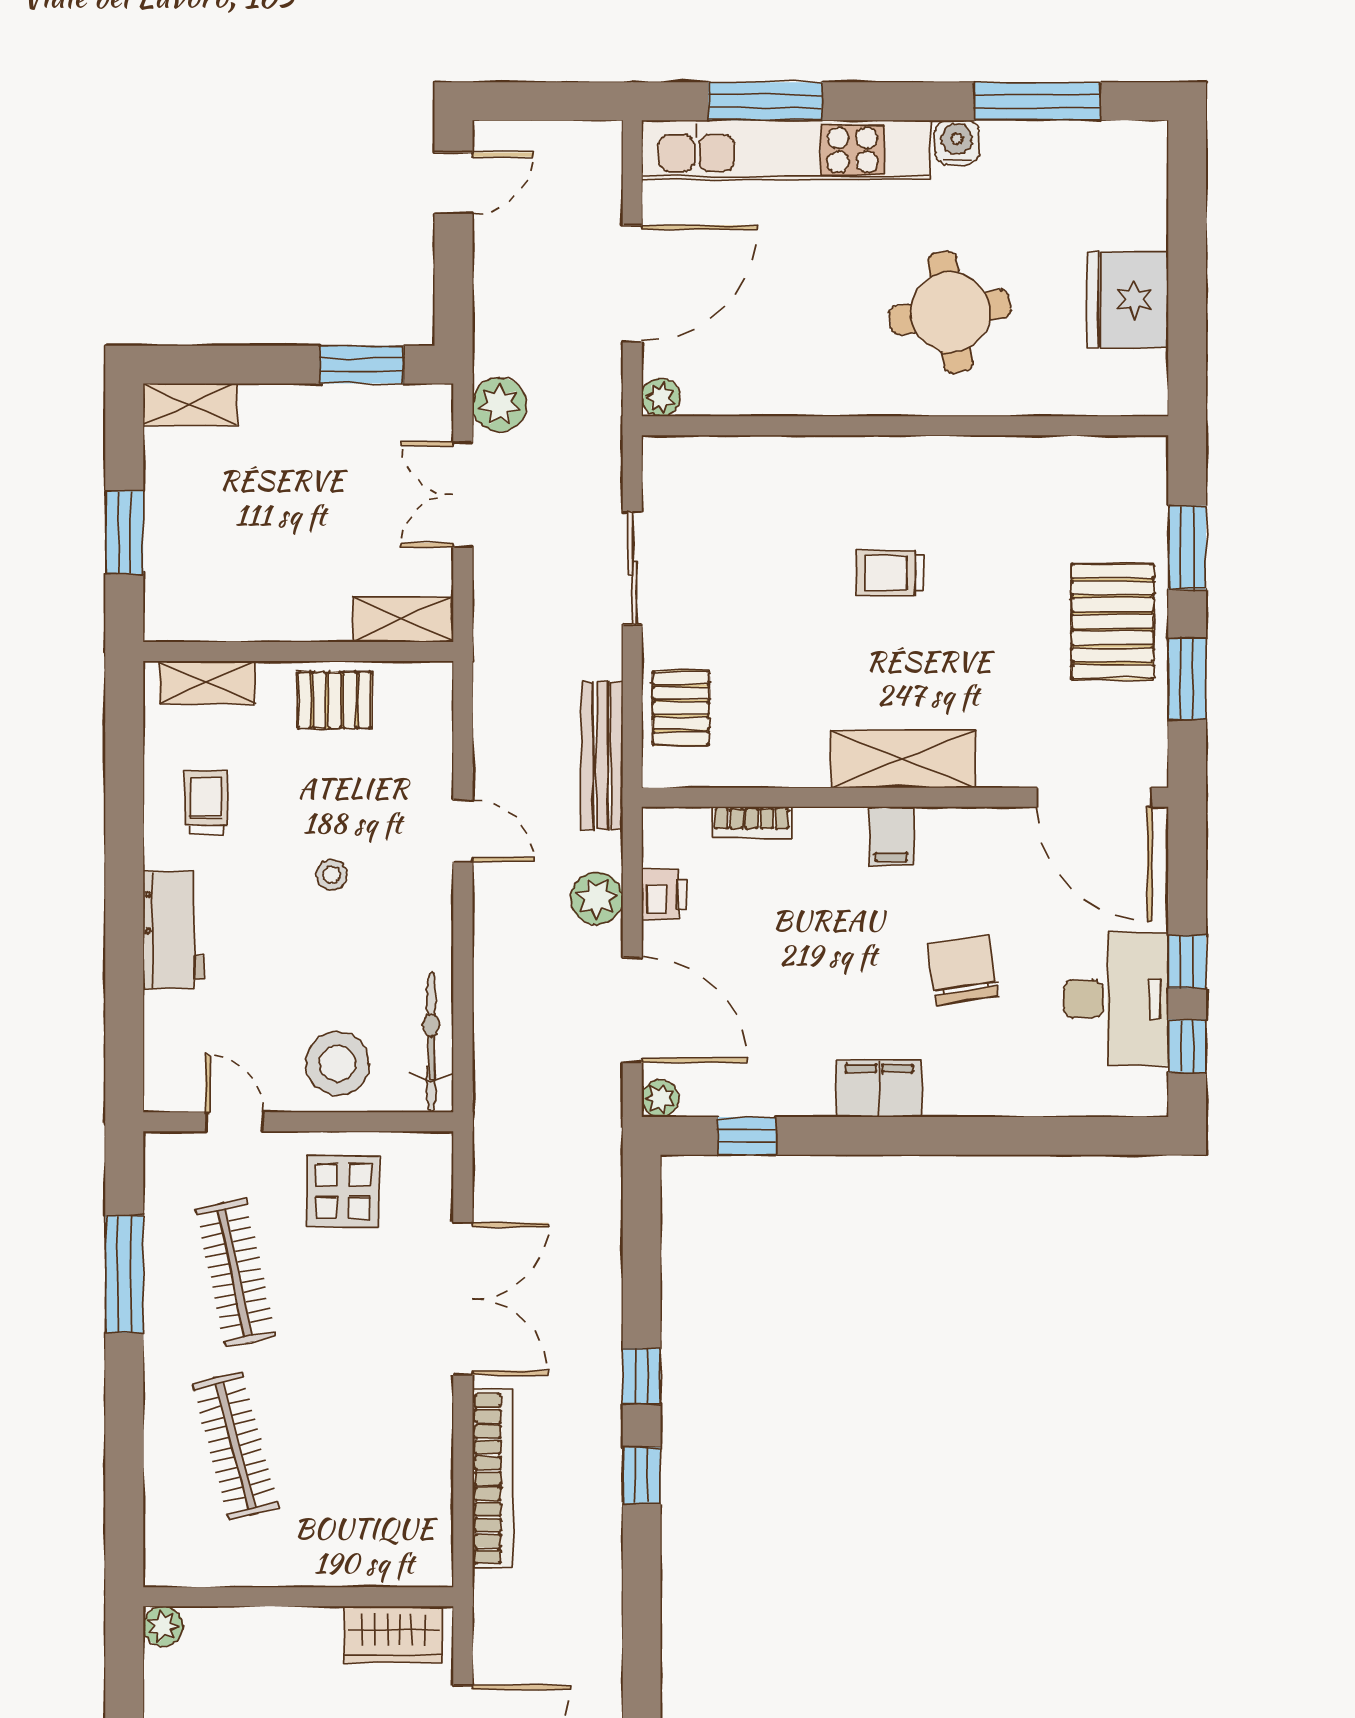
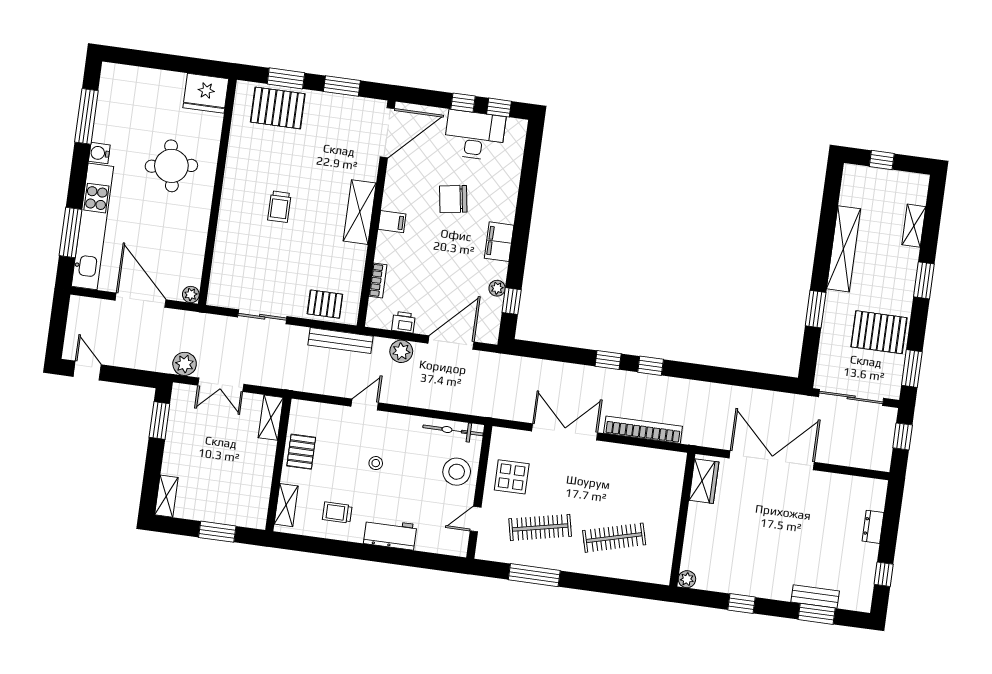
fridge: (1128, 300) -> (206, 93), moved
pallet: (1113, 621) -> (278, 108), moved
plant: (660, 1098) -> (497, 288), moved

